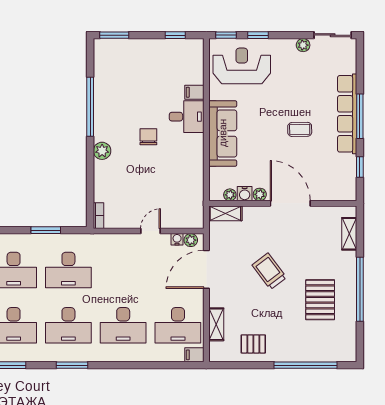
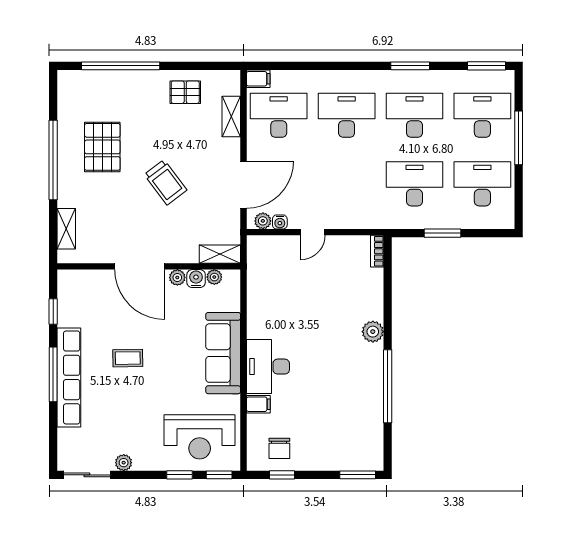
desk: (187, 117) -> (268, 367), width x1.37
chair: (148, 137) -> (279, 448), moved

